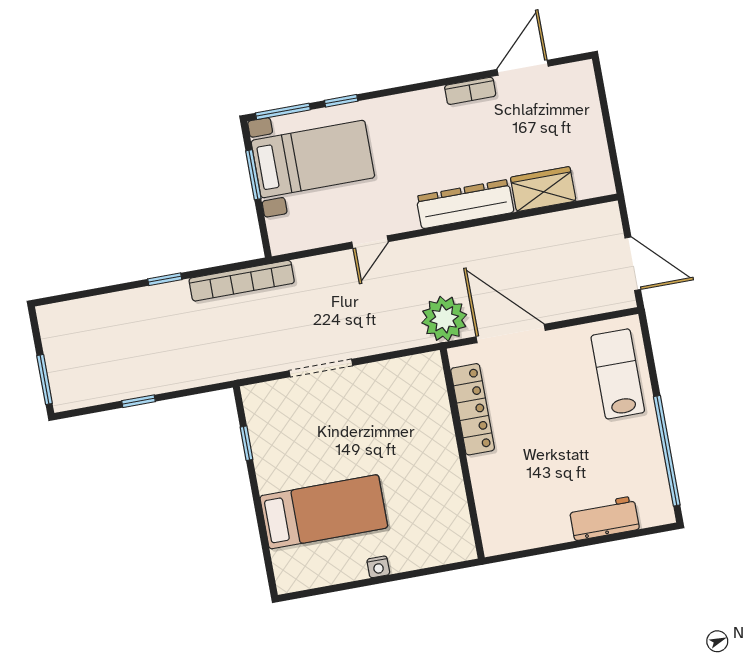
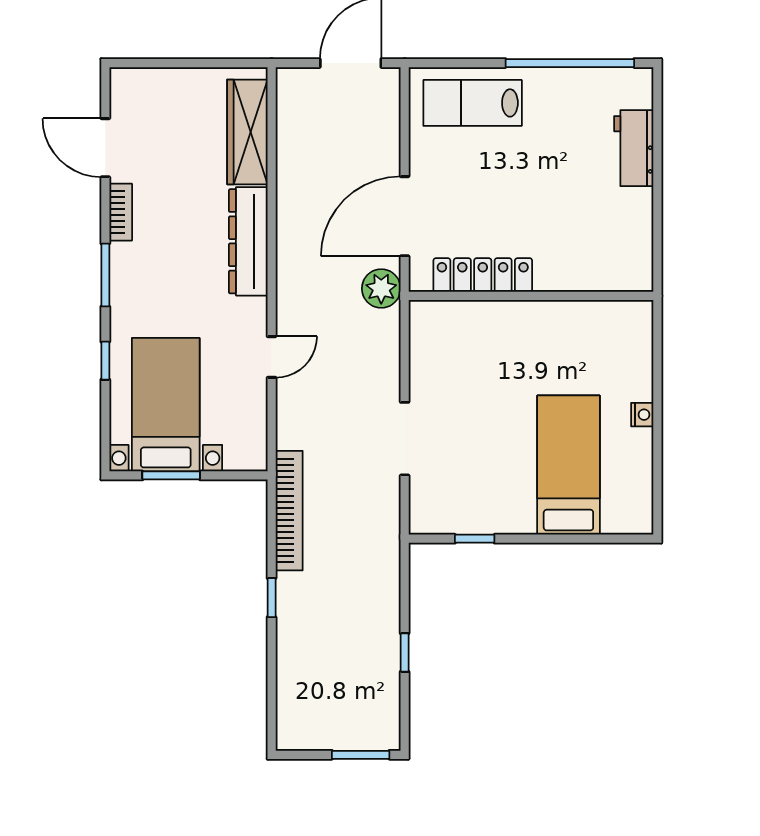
window: (283, 111) -> (105, 275), moved
wardrobe: (543, 189) -> (247, 132), width x1.50
door: (370, 242) -> (272, 357), hinge flipped
plant: (444, 319) -> (381, 289), width x0.73, depth x0.73

